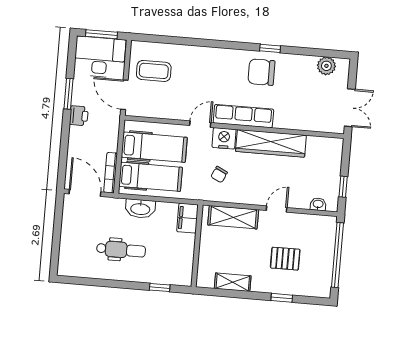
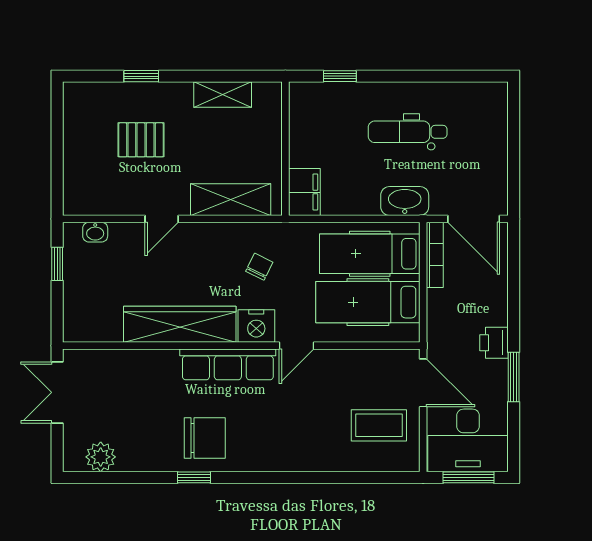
washbasin: (140, 209) -> (405, 201), moved
window: (337, 255) -> (57, 153), removed

